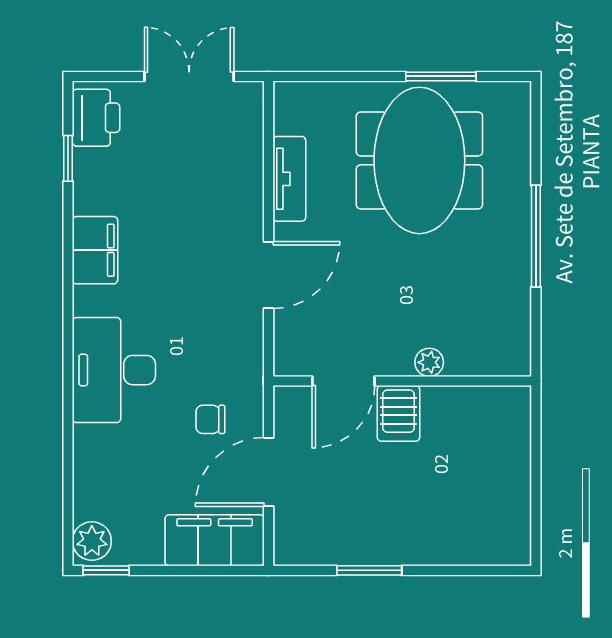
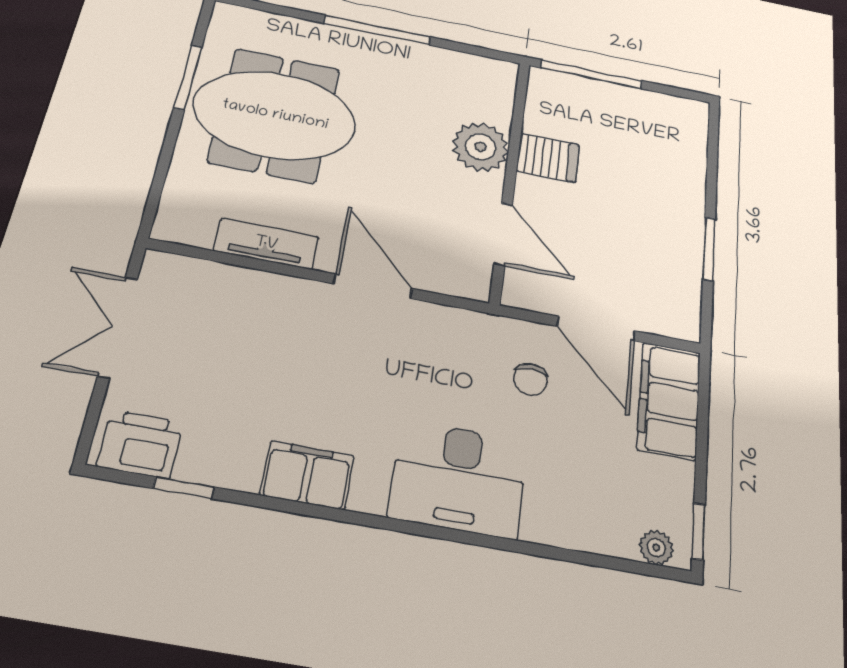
plant: (429, 362) -> (481, 147), width x1.88, depth x1.88
server rack: (398, 413) -> (548, 158), moved
window: (536, 447) -> (591, 74), added
plant: (92, 541) -> (656, 548), width x0.73, depth x0.73

